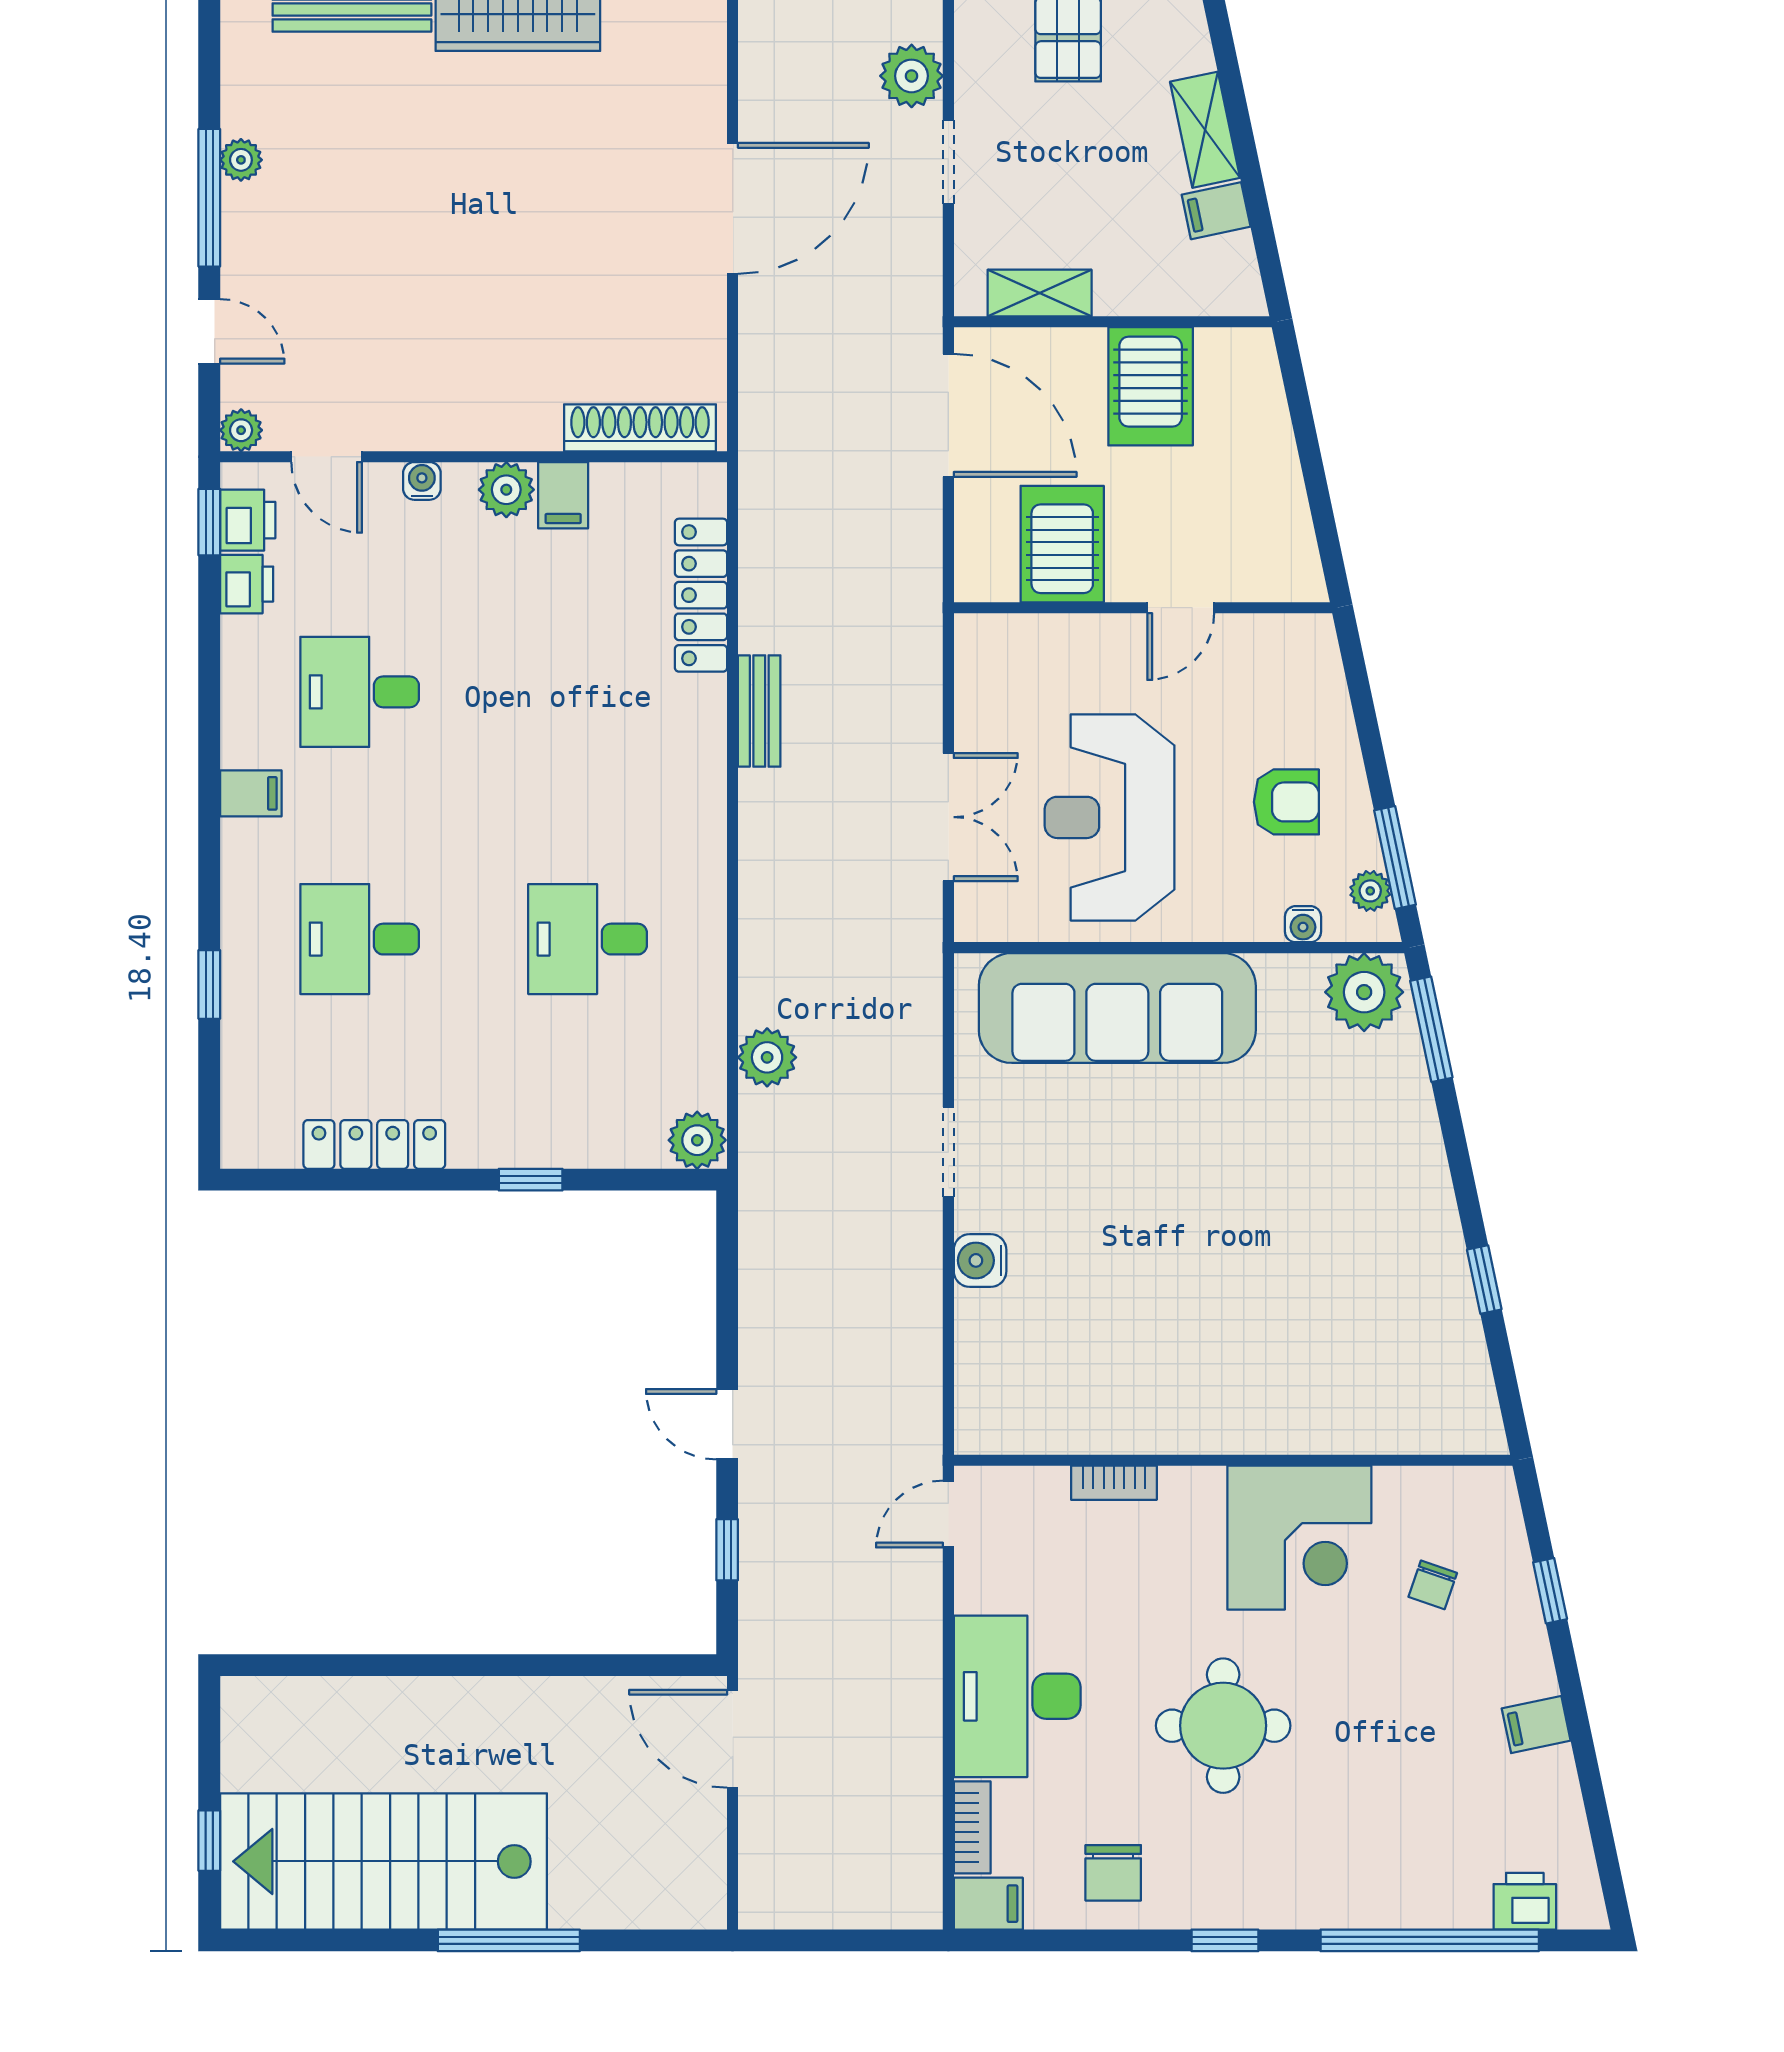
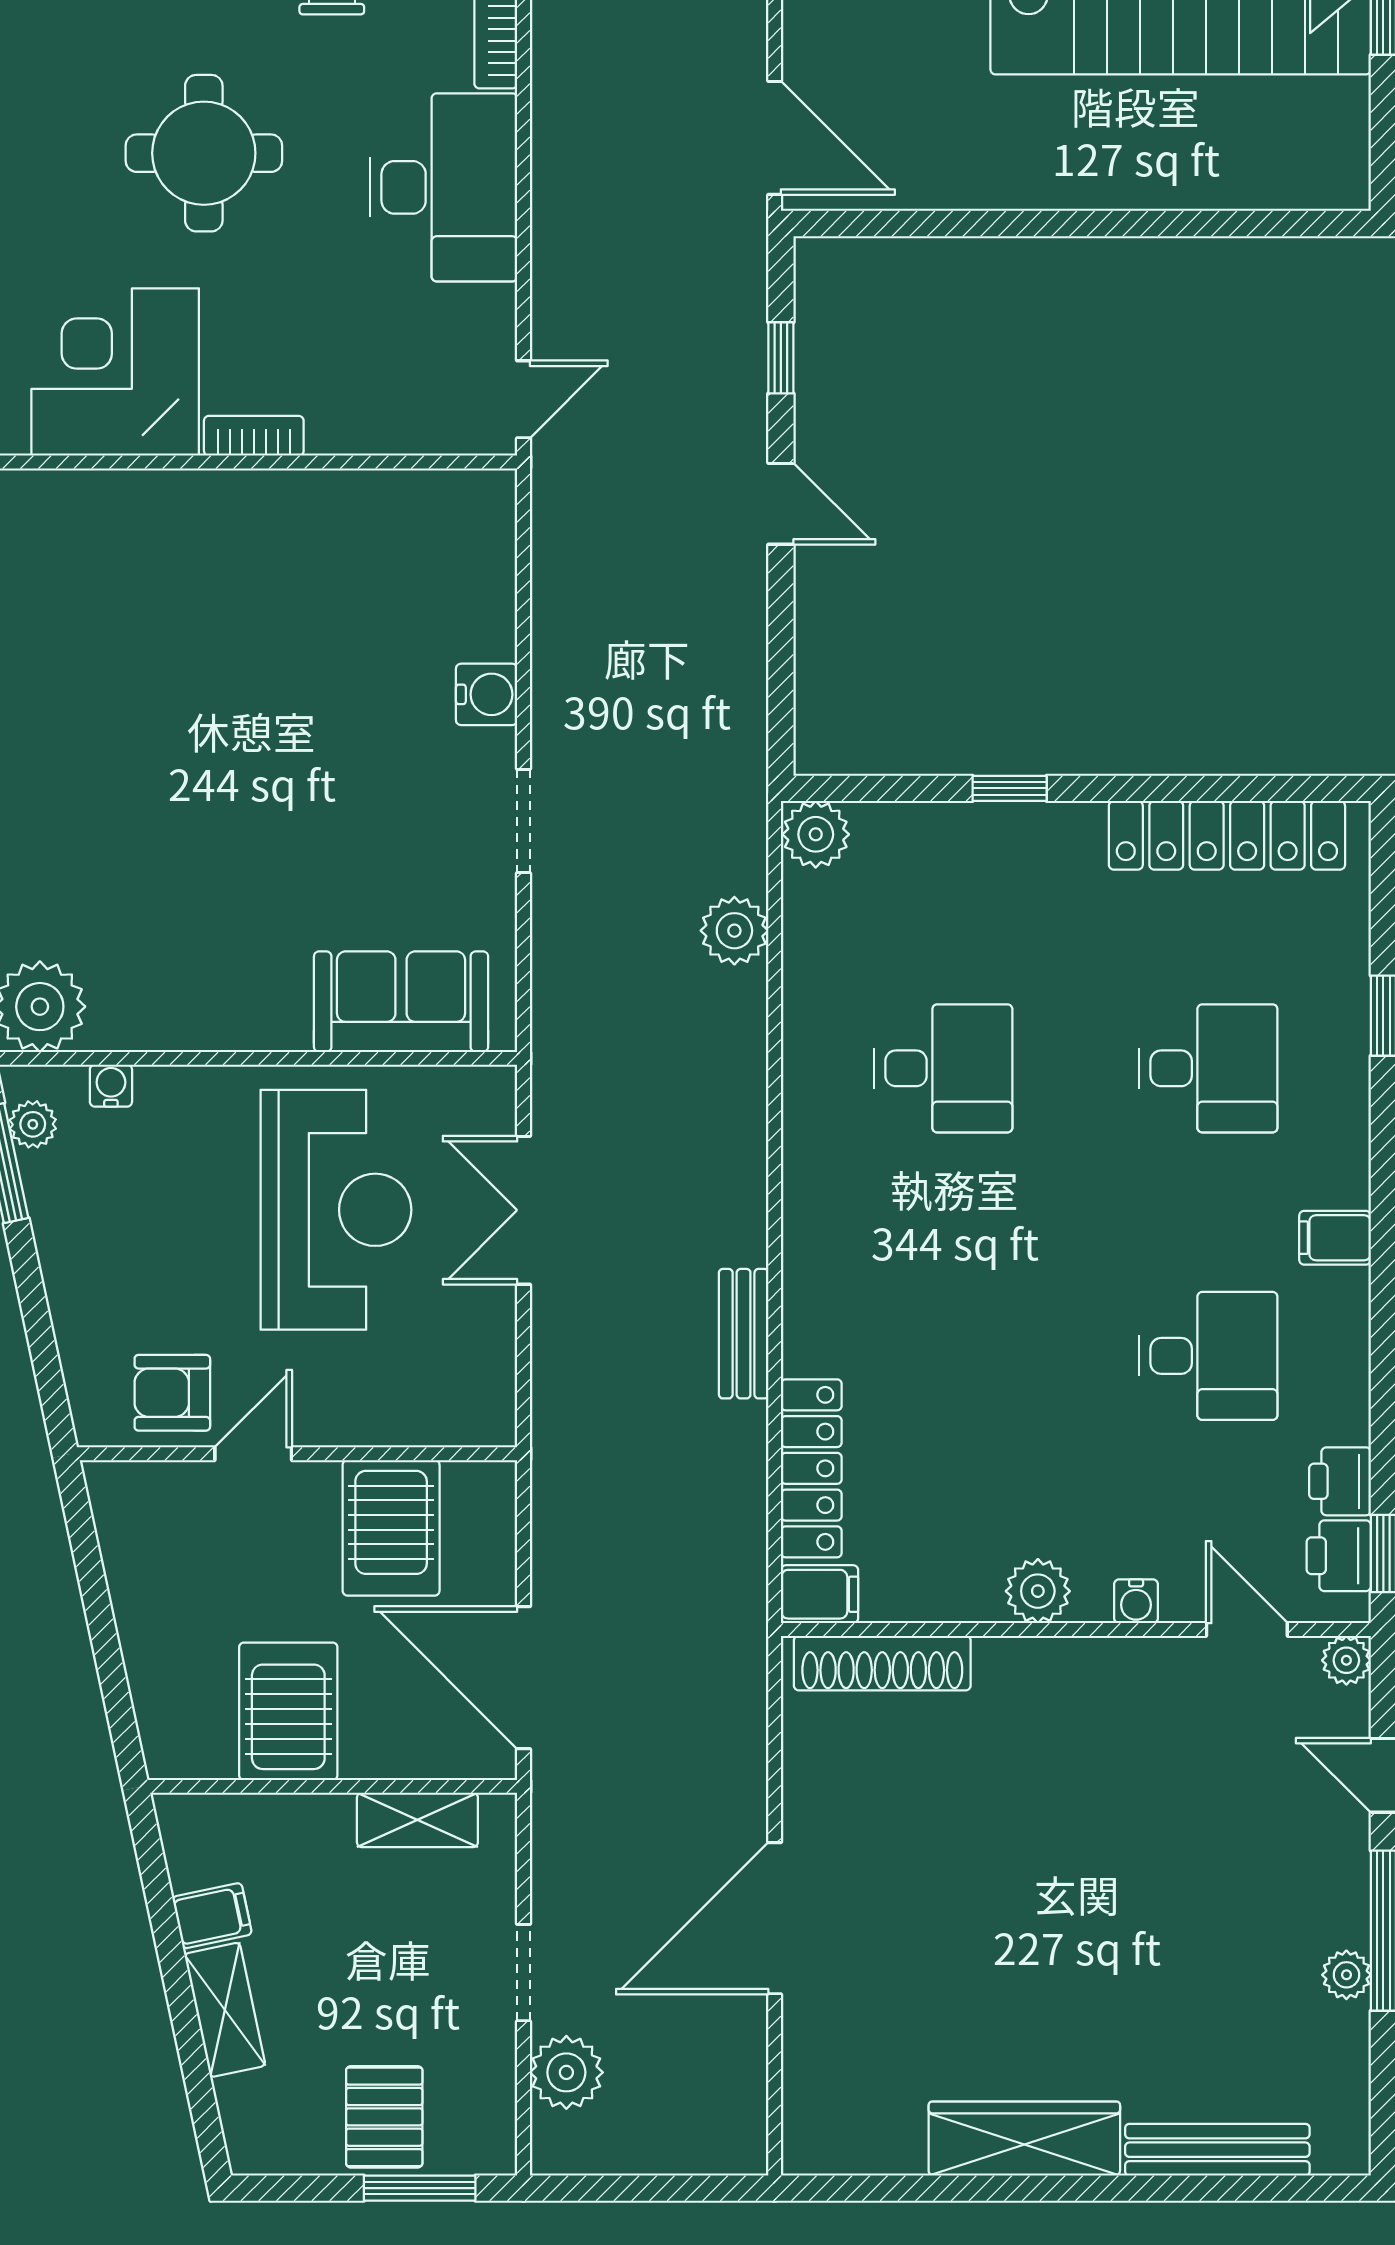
filing cabinet: (563, 495) -> (820, 1594), moved, turned 90
armchair: (1286, 802) -> (172, 1393), moved
sofa: (1117, 1008) -> (401, 1002), width x0.54, depth x0.79
locker: (374, 1144) -> (1227, 835), width x1.41, depth x1.21
bookcase: (1114, 1483) -> (254, 436), moved

